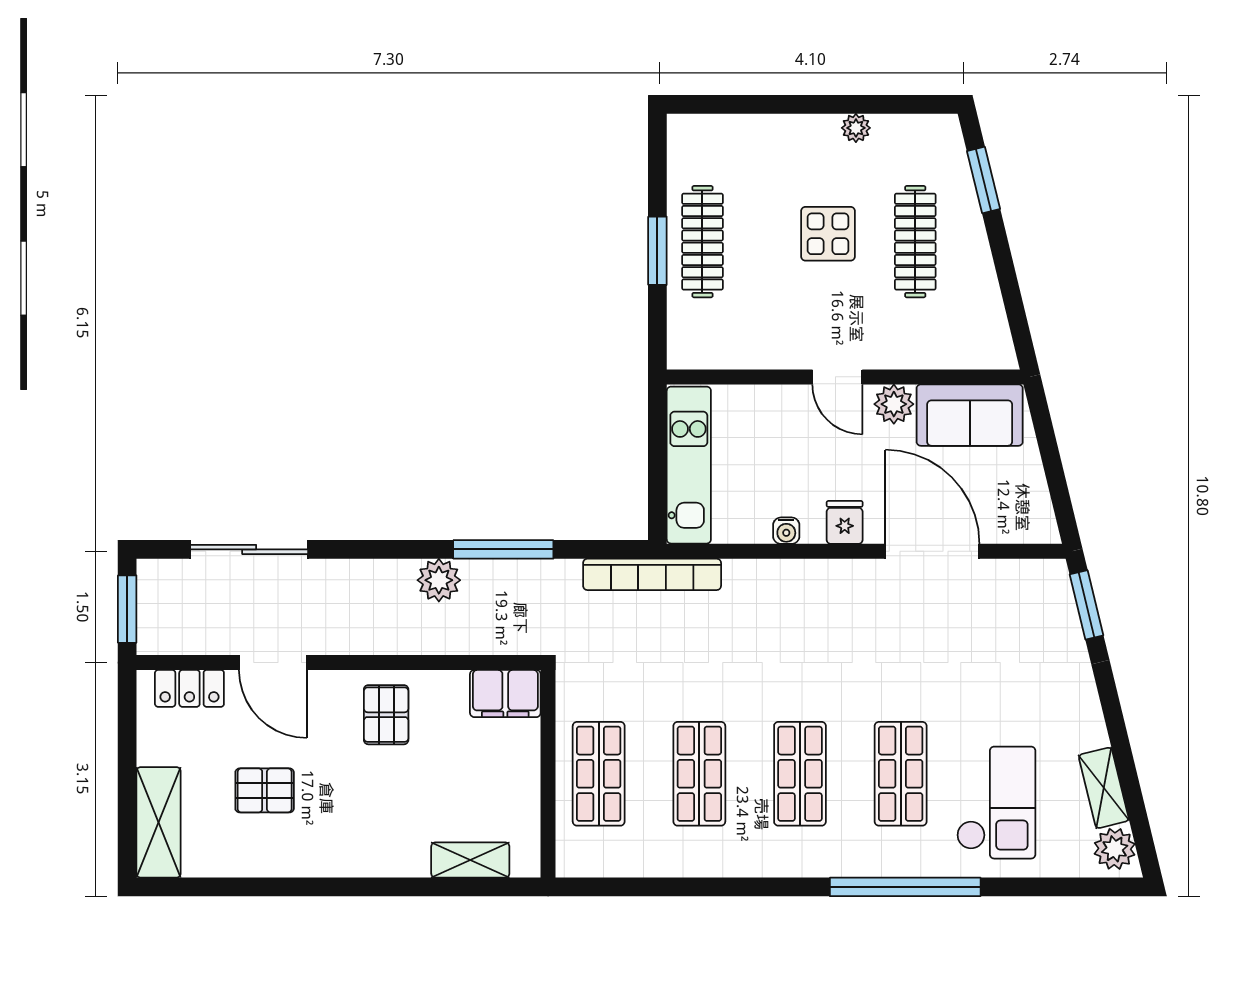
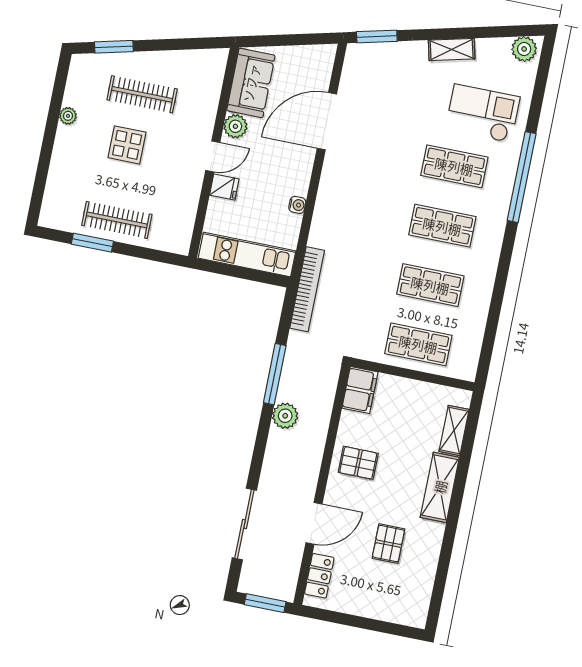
window: (657, 251) -> (92, 243), moved
fridge: (845, 522) -> (224, 187), moved, turned 180
shelving: (1104, 788) -> (452, 49), moved
shelving: (159, 822) -> (440, 487), moved, turned 90

